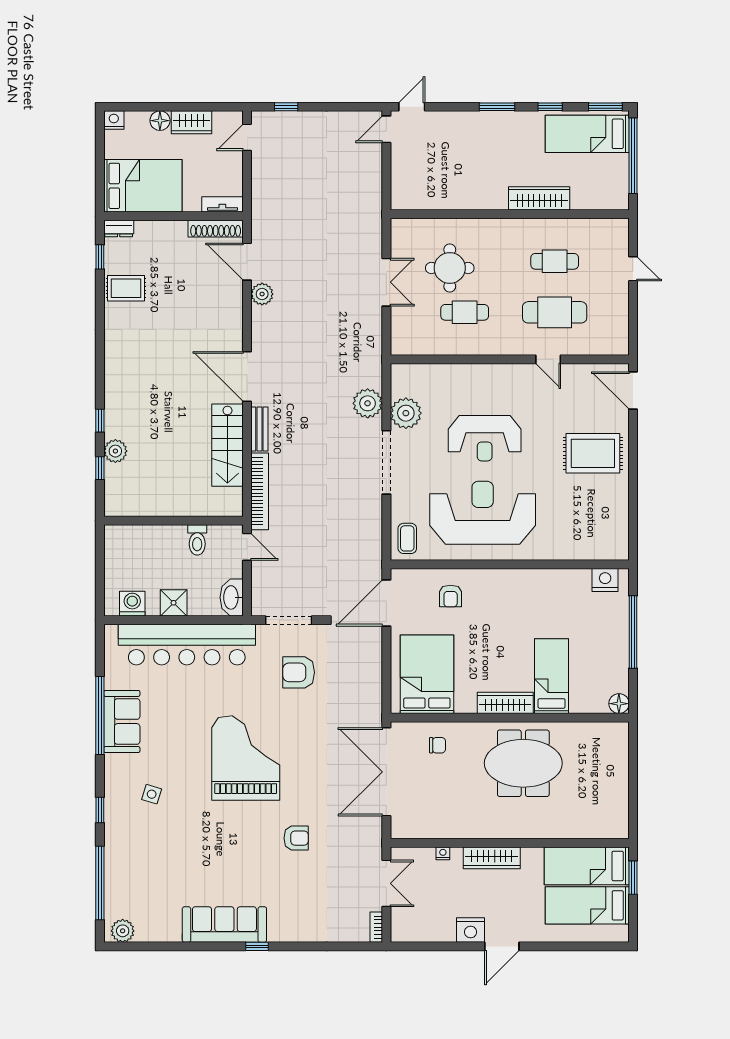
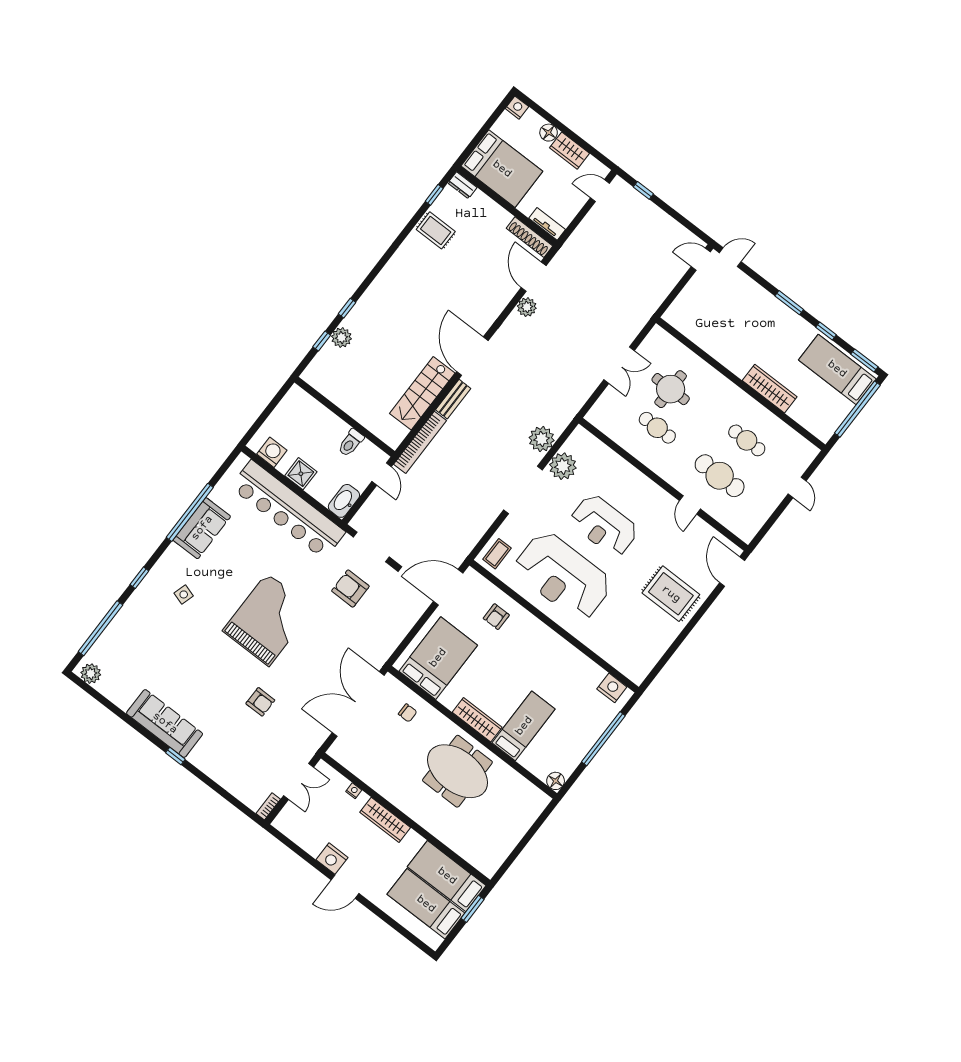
reception desk: (483, 513) -> (563, 576), turned 180

